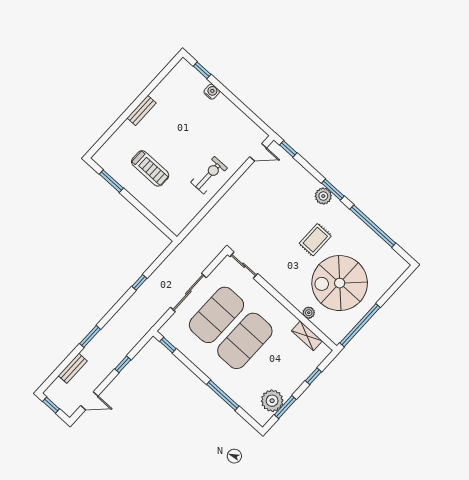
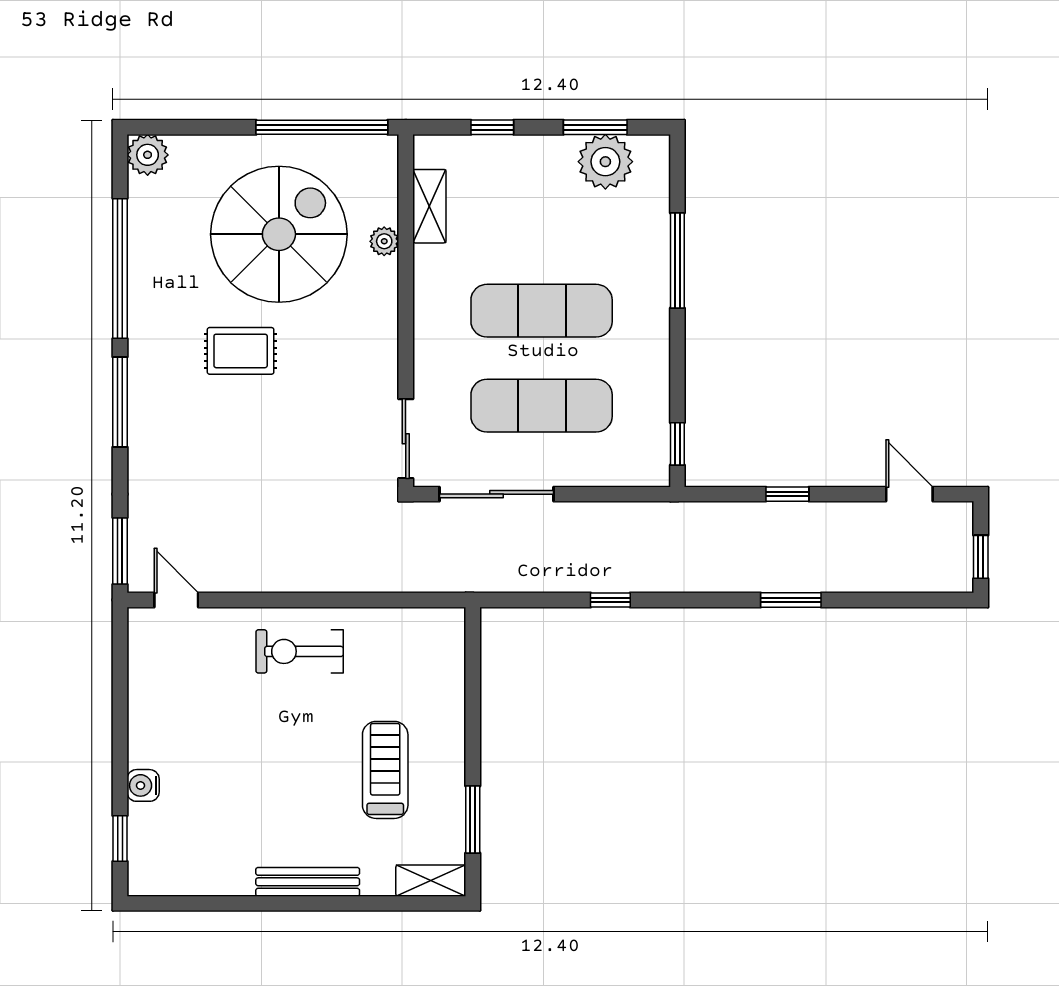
bench: (142, 110) -> (308, 882), width x1.36
window: (288, 149) -> (120, 551), width x1.50
shelving: (104, 152) -> (431, 881), added
window: (333, 190) -> (120, 402), width x1.44
plant: (323, 196) -> (148, 155), moved
spiral stairs: (340, 283) -> (279, 234), turned -90
sliding door: (188, 292) -> (497, 494), moved
exercise mat: (216, 315) -> (542, 406), width x0.68
exercise mat: (245, 341) -> (542, 311), width x0.68
bench: (73, 368) -> (878, 578), removed

